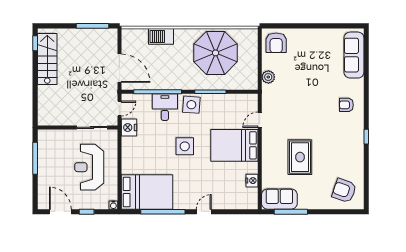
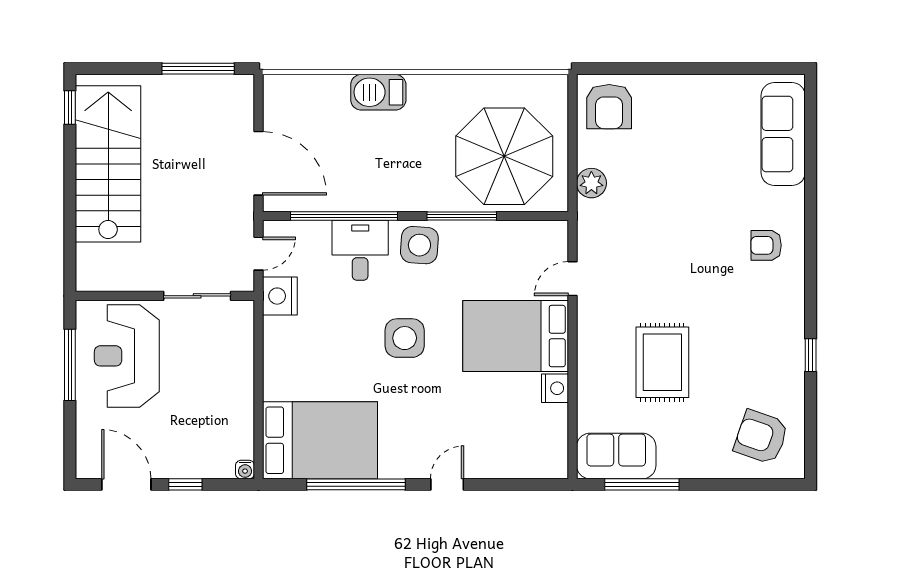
barbecue: (161, 36) -> (378, 92), moved
parasol: (216, 53) -> (504, 156), moved
stairs: (47, 59) -> (108, 164), width x1.36, depth x1.51
window: (366, 137) -> (811, 355), moved
reception desk: (89, 167) -> (127, 356), moved
nightstand: (252, 181) -> (555, 388), moved

